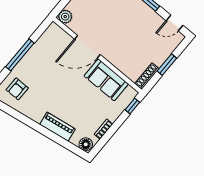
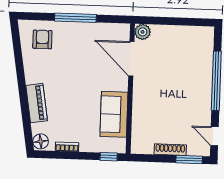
door: (87, 47) -> (131, 59), moved
window: (167, 65) -> (189, 160), moved
shoe rack: (147, 76) -> (170, 150), moved
armchair: (17, 89) -> (42, 39), turned 90

